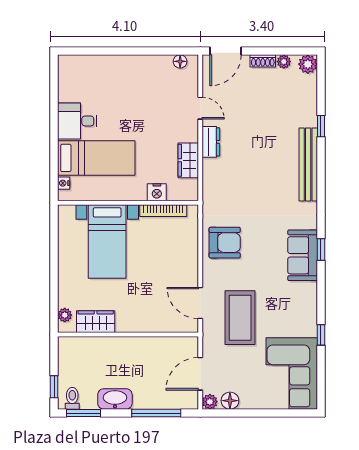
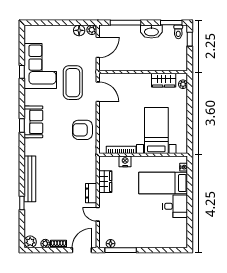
window: (164, 51) -> (121, 250), added
corner sofa: (292, 374) -> (40, 66), moved

